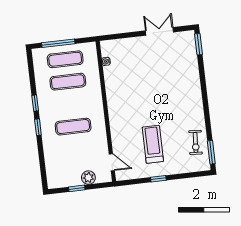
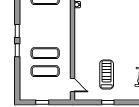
exercise mat: (68, 82) -> (45, 71), moved
plant: (88, 178) -> (53, 95), removed

